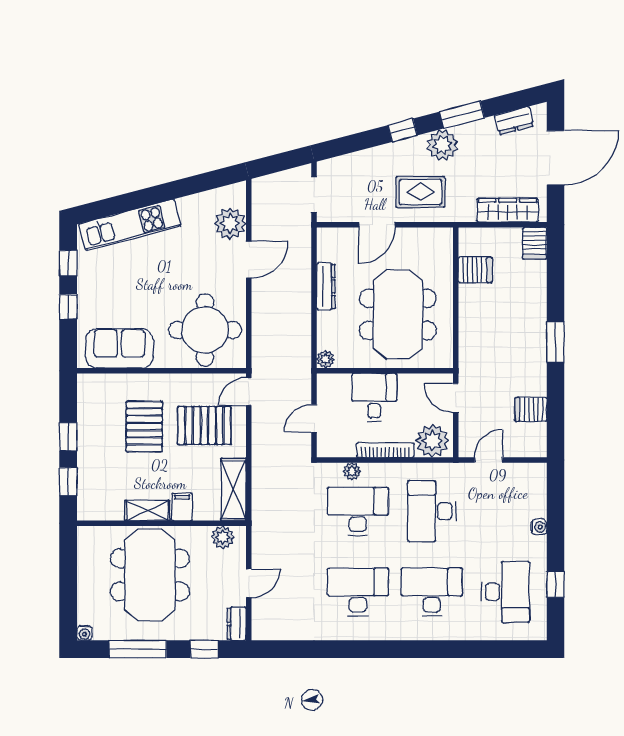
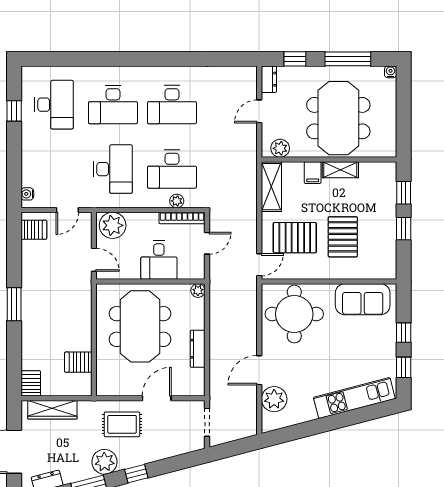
server rack: (531, 409) -> (34, 230), moved
bookcase: (385, 450) -> (182, 218), moved
water cooler: (539, 527) -> (27, 194), moved
desk: (505, 592) -> (54, 105), turned 180

